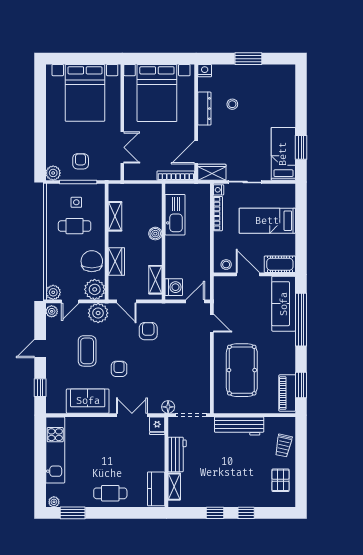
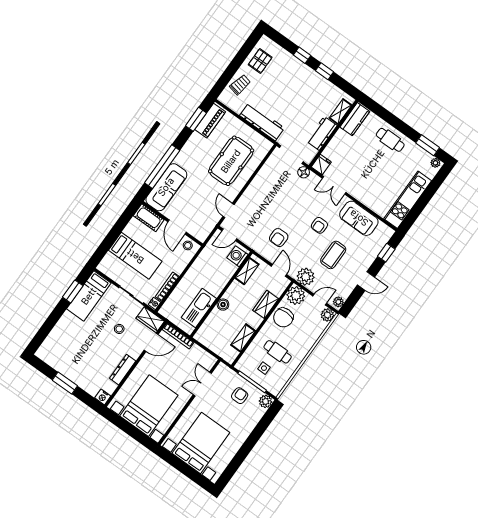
stool: (232, 104) -> (119, 329), moved
armchair: (81, 161) -> (240, 396), turned 180

